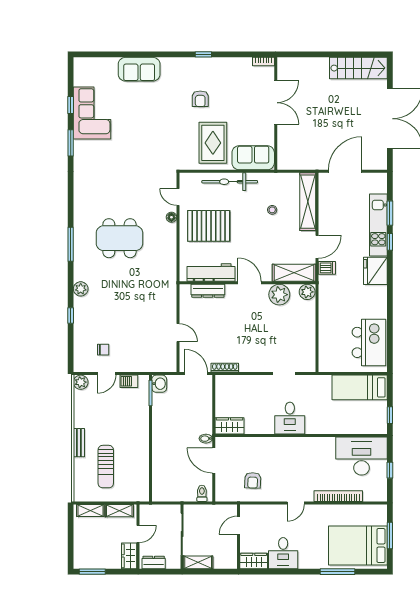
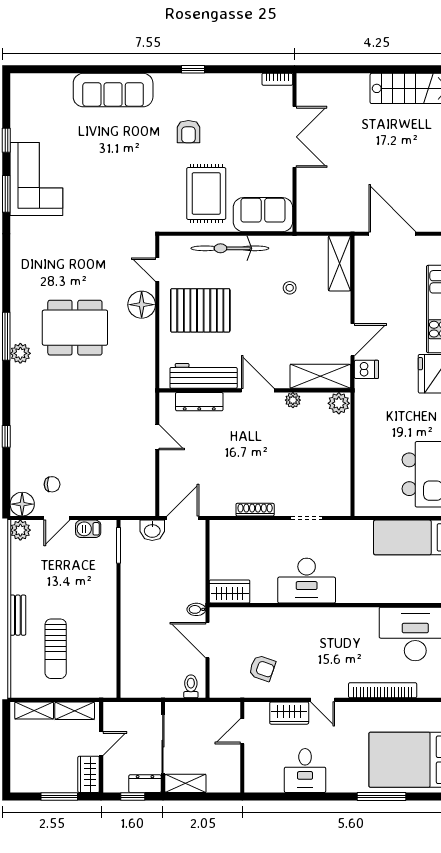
sofa: (139, 69) -> (113, 90), width x1.36
corner sofa: (92, 113) -> (36, 179), moved
door: (345, 171) -> (392, 234), hinge flipped
shelving: (308, 202) -> (340, 263), width x0.68
floor lamp: (171, 217) -> (142, 305), width x1.89, depth x1.89
plant: (81, 289) -> (20, 353), moved
plant: (279, 295) -> (293, 400), width x0.53, depth x0.53
door: (178, 333) -> (157, 437), moved
floor lamp: (82, 364) -> (22, 504), added
shoe rack: (225, 368) -> (255, 510), moved
door: (196, 374) -> (183, 518), hinge flipped
washbasin: (159, 384) -> (152, 530), moved, turned 90
desk: (290, 418) -> (307, 581), width x1.37
armchair: (253, 480) -> (262, 668), turned -73
door: (296, 503) -> (323, 700), hinge flipped
wardrobe: (254, 561) -> (289, 713), moved, turned 180
dresser: (154, 563) -> (145, 784), moved
window: (92, 572) -> (59, 797), moved
window: (161, 572) -> (133, 797), added

